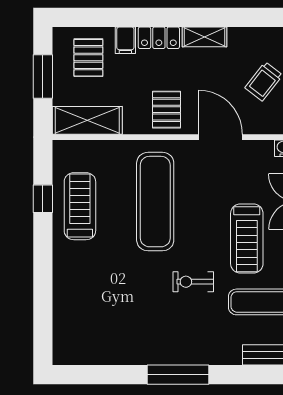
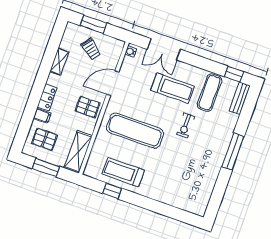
shelving: (204, 37) -> (59, 62), moved

